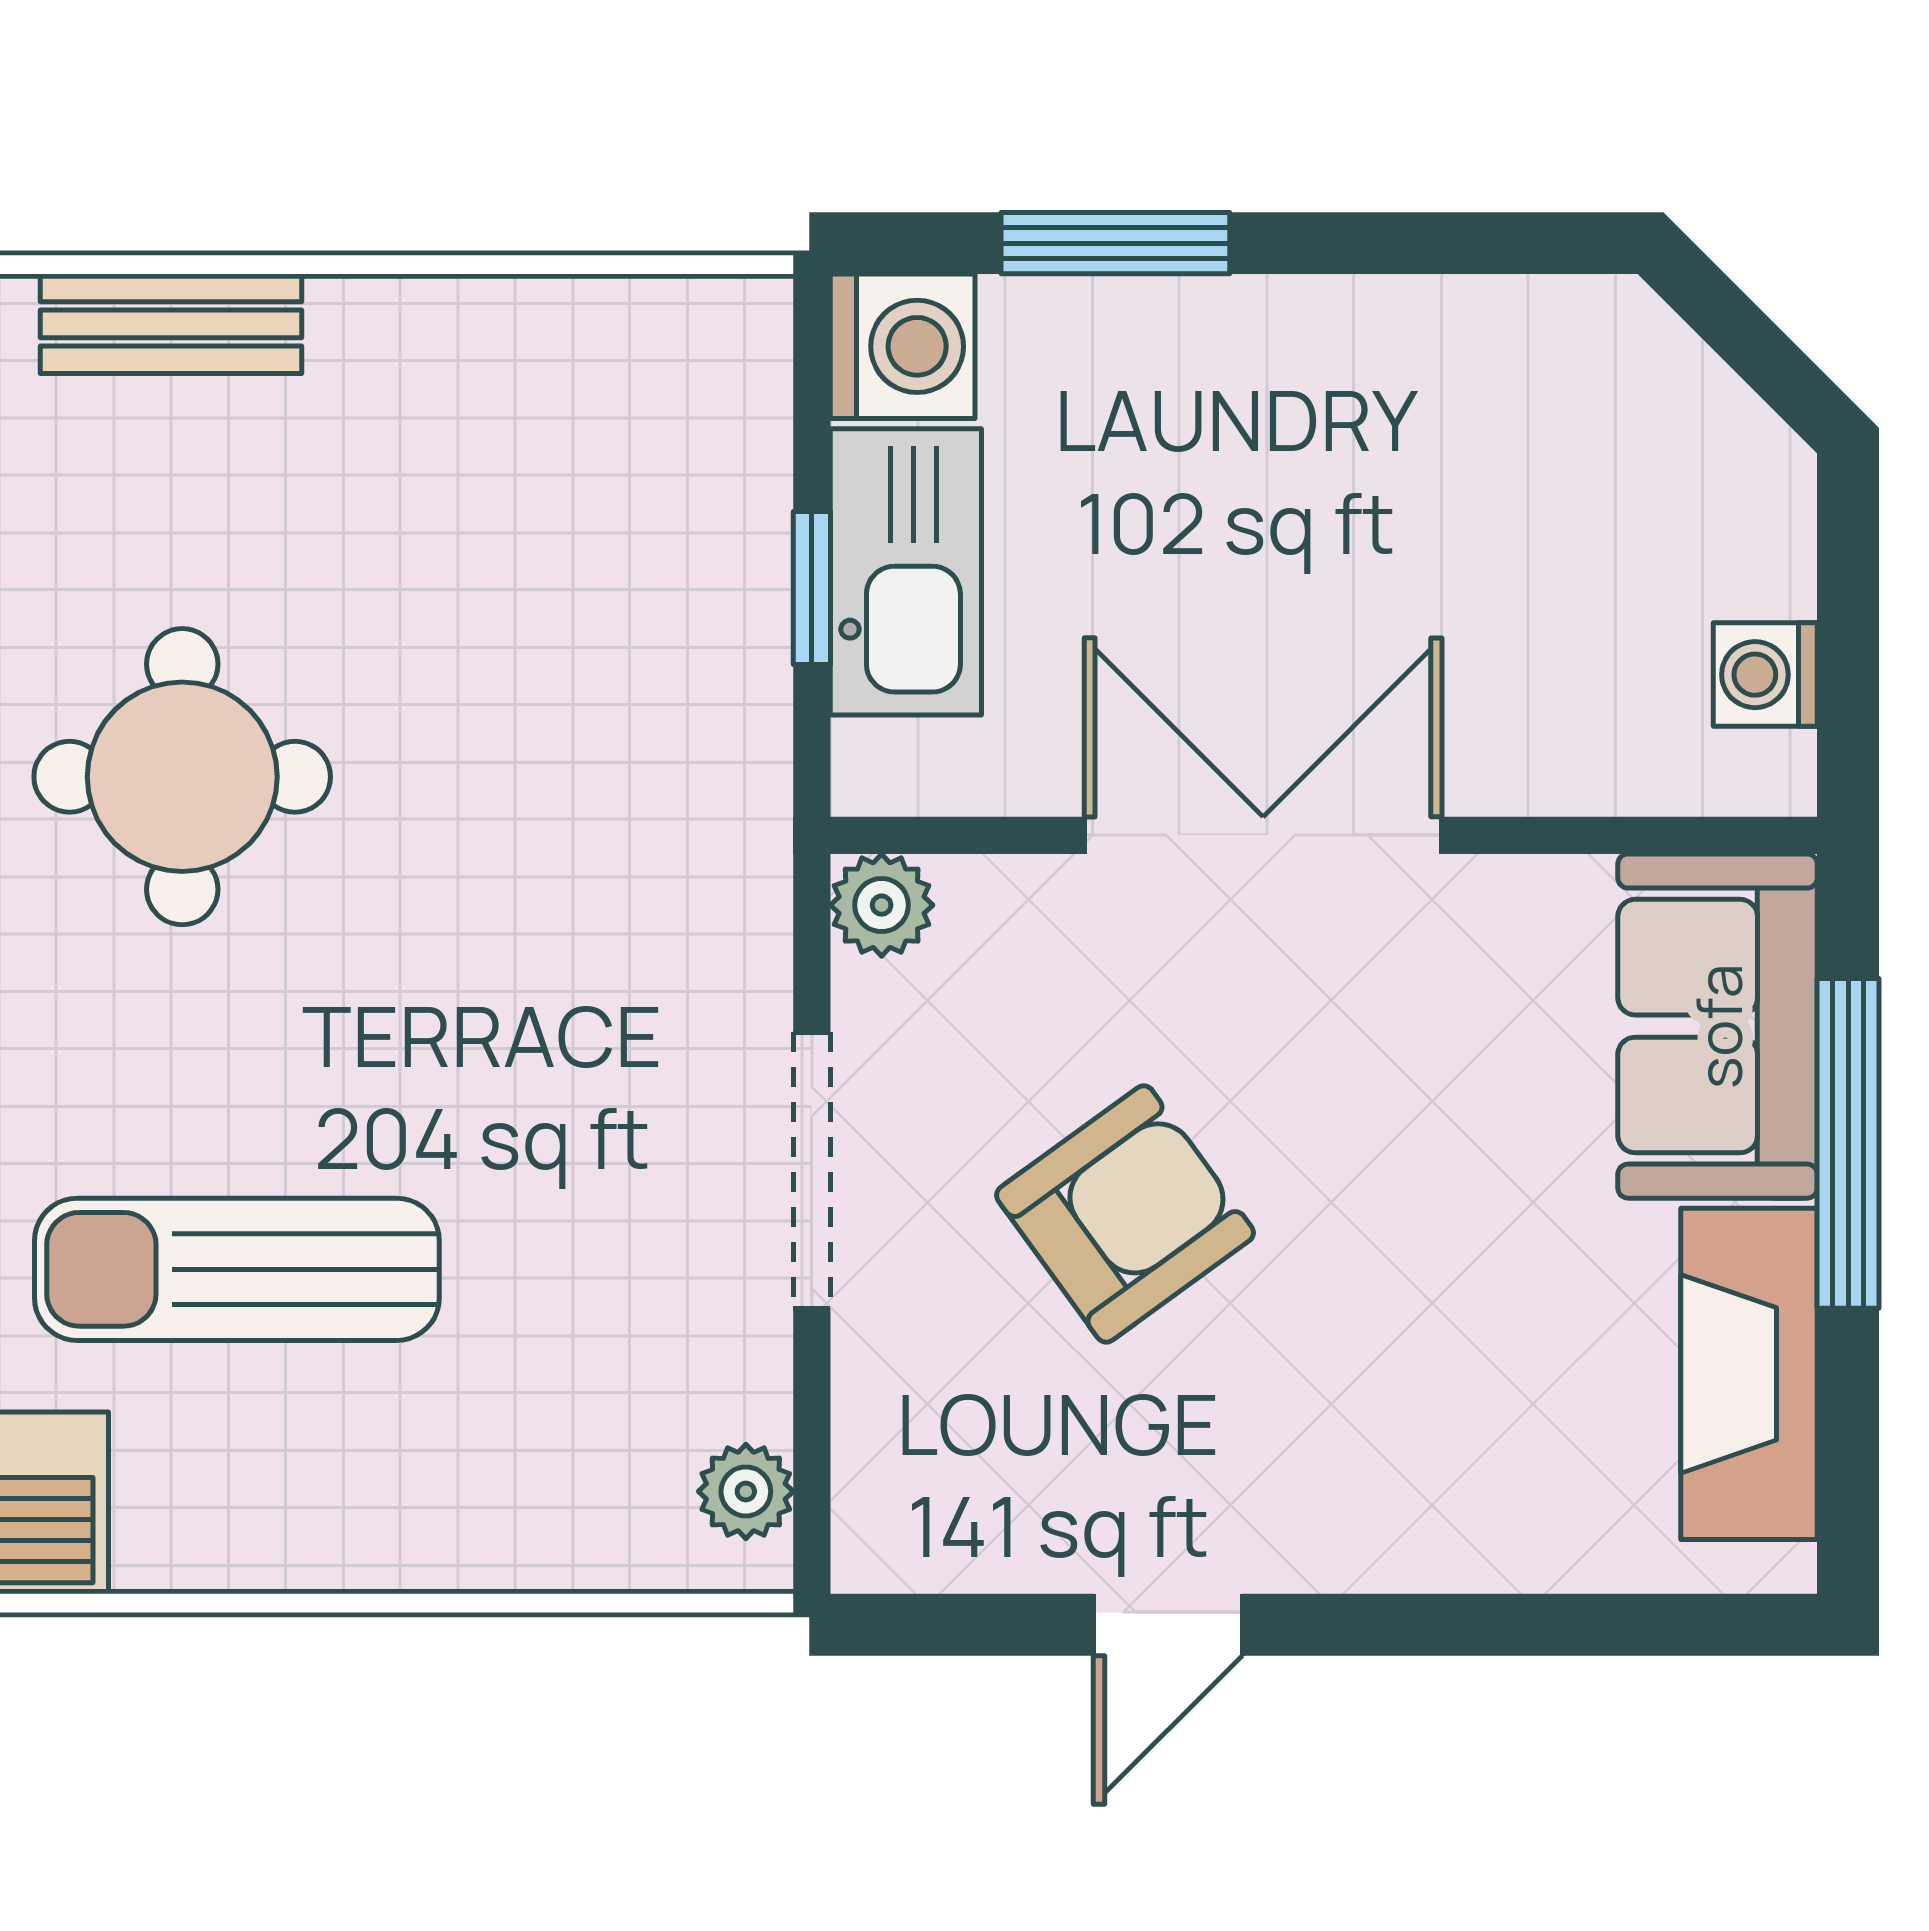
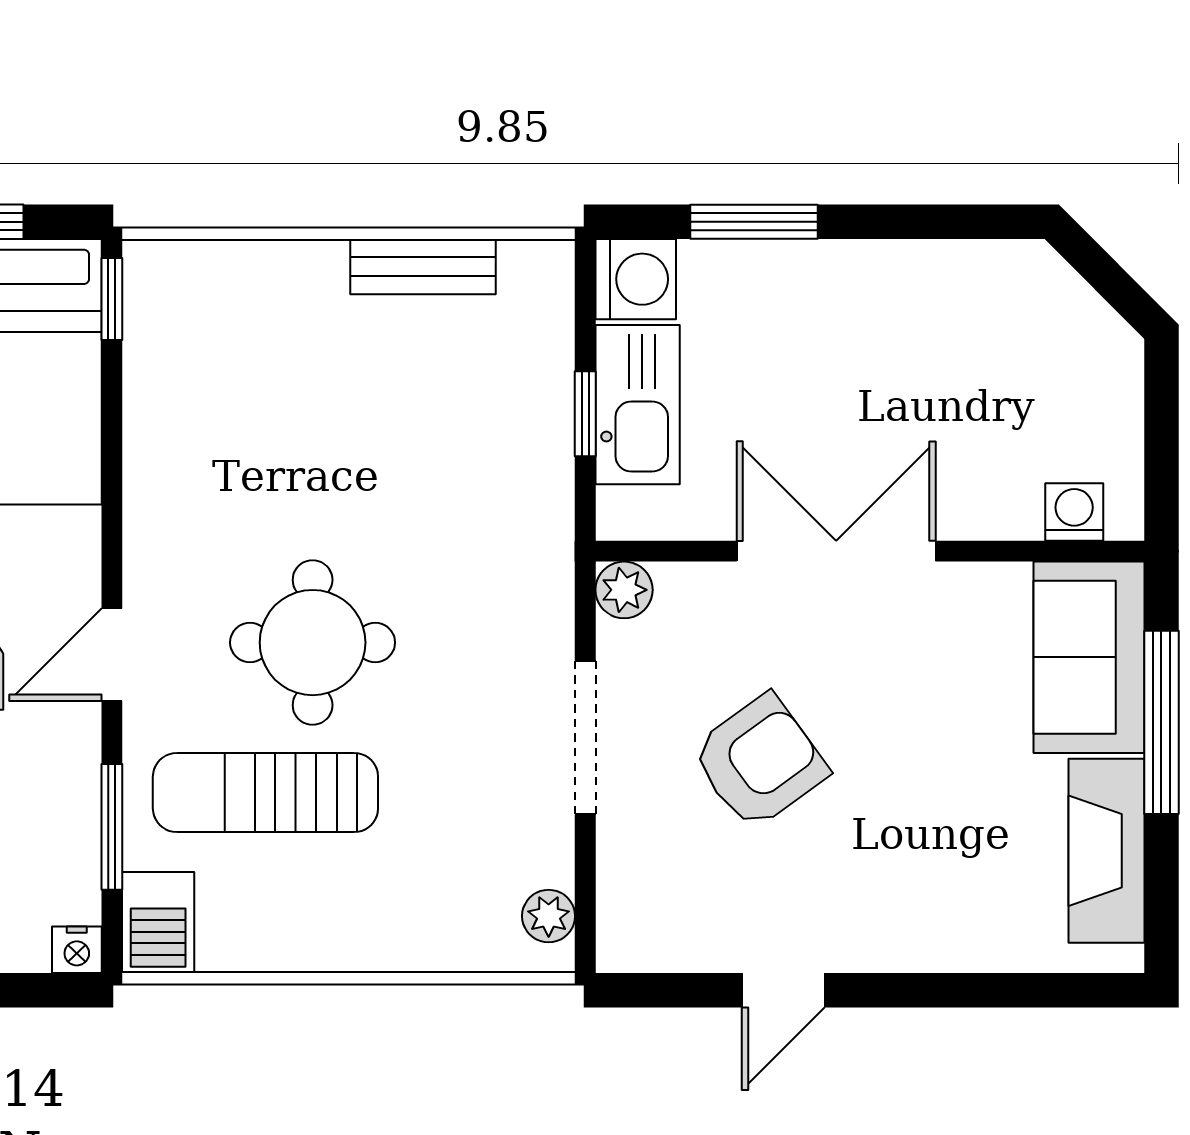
bench: (171, 324) -> (423, 267), moved
washing machine: (1765, 675) -> (1074, 512), moved, turned 90
round table: (182, 777) -> (313, 643), moved

